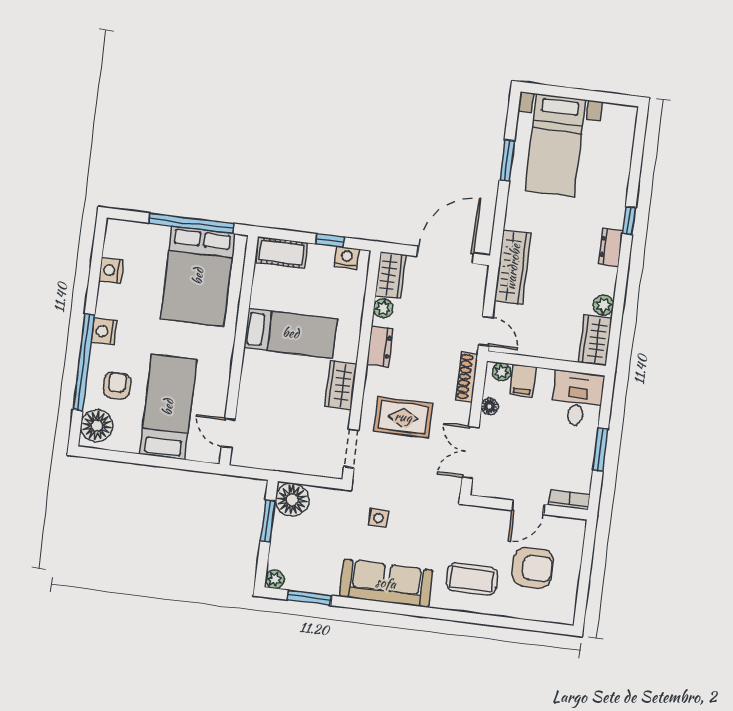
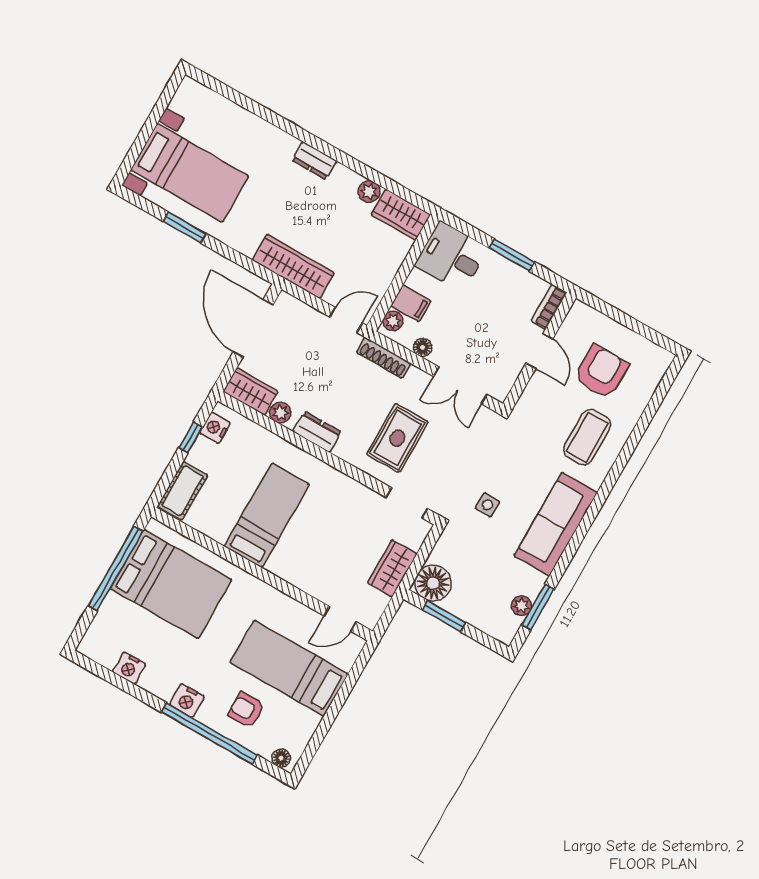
window: (629, 221) -> (295, 131), removed
wardrobe: (341, 385) -> (392, 568), moved, turned 90
floor lamp: (97, 426) -> (281, 758), width x0.53, depth x0.53
plant: (275, 579) -> (521, 606), moved

